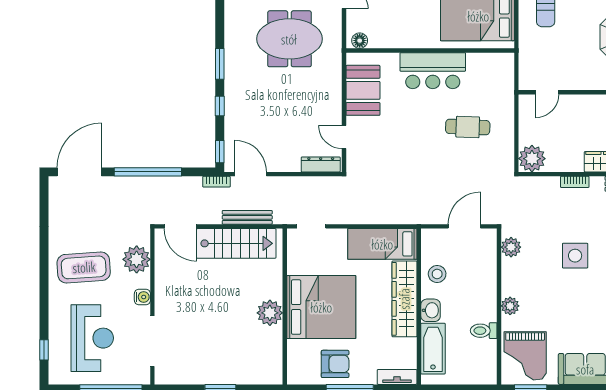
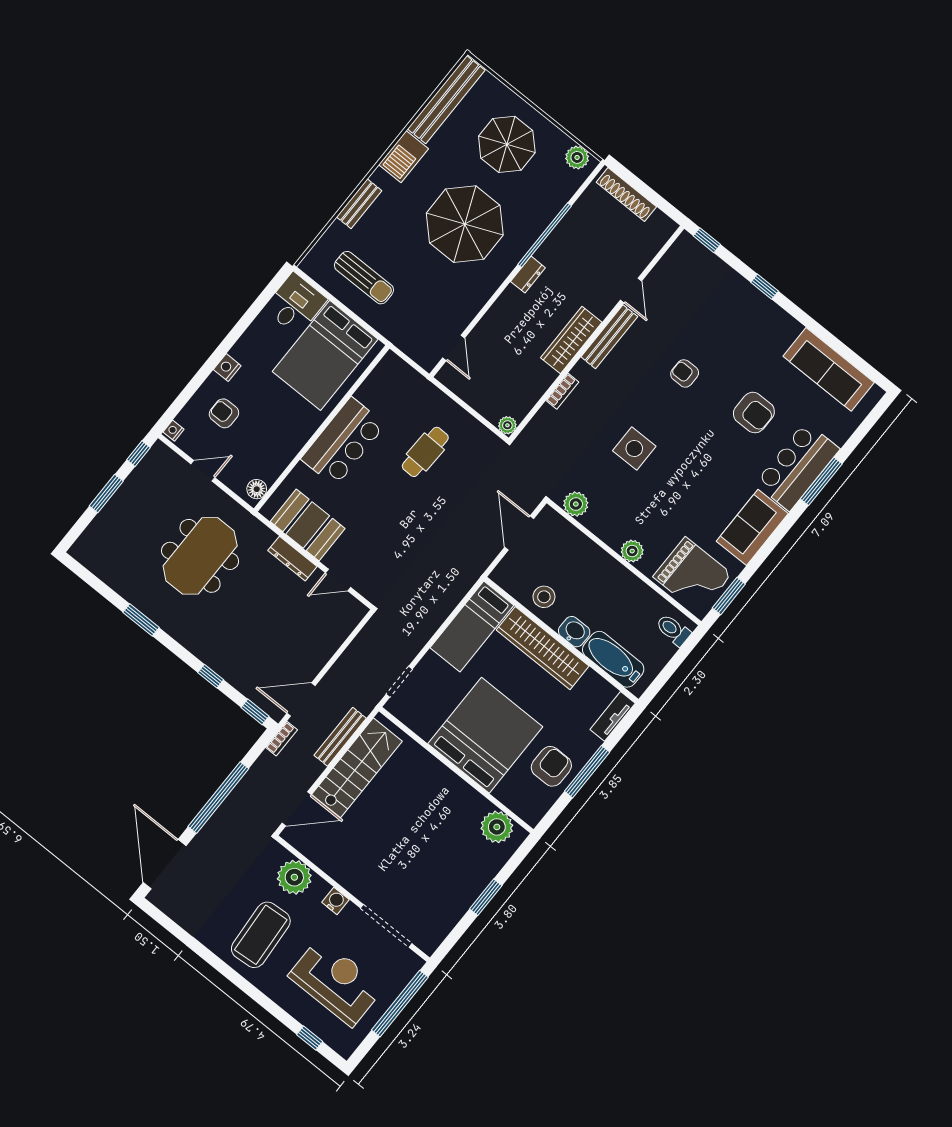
window: (220, 64) -> (141, 620), moved
plant: (532, 159) -> (507, 425), width x0.53, depth x0.53
dresser: (321, 164) -> (292, 559), moved, turned -90
plant: (270, 313) -> (497, 827), moved
toilet: (484, 331) -> (673, 630), moved, turned 90

